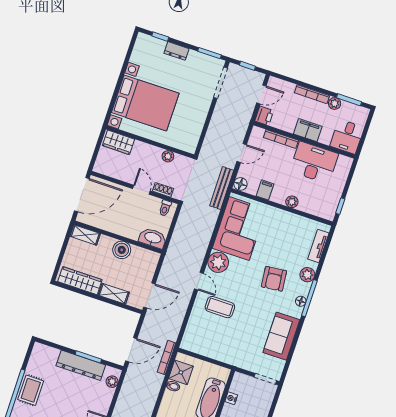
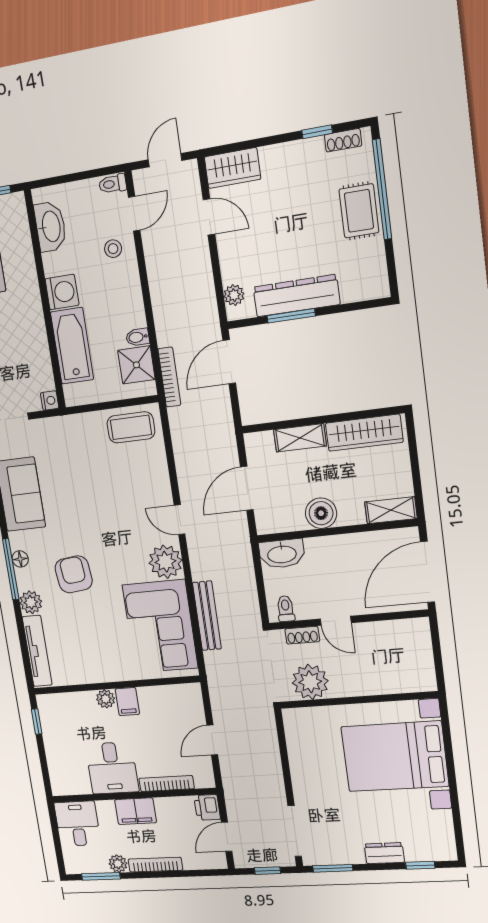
wardrobe: (118, 142) -> (408, 679), removed
plant: (168, 156) -> (310, 682), width x1.87, depth x1.87
desk: (314, 163) -> (112, 768), width x0.73
floor lamp: (240, 184) -> (191, 693), removed
bench: (222, 188) -> (207, 616), moved
filing cabinet: (265, 190) -> (127, 702), moved
tv unit: (318, 246) -> (37, 651), width x1.41
door: (149, 295) -> (247, 488), moved
coffee table: (220, 307) -> (131, 427), moved
nightstand: (231, 398) -> (50, 401), moved

